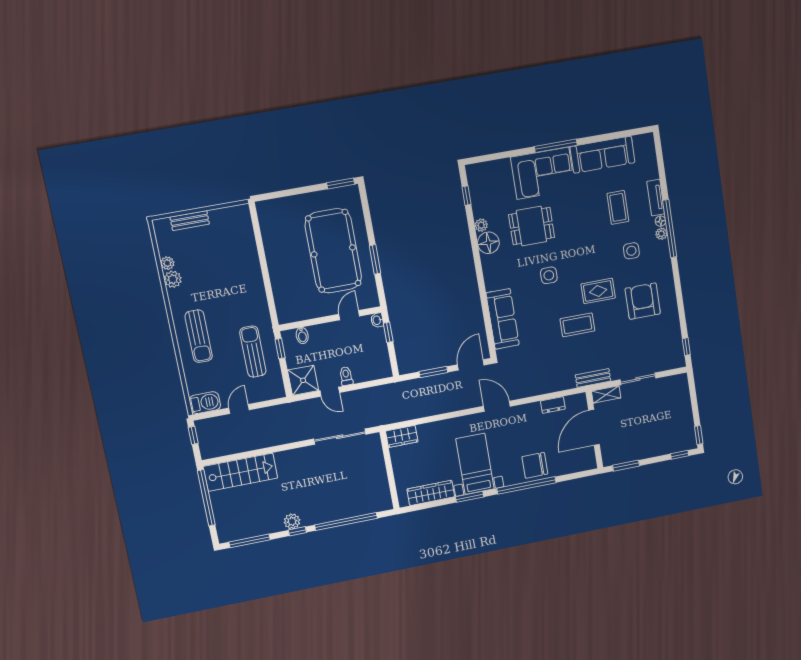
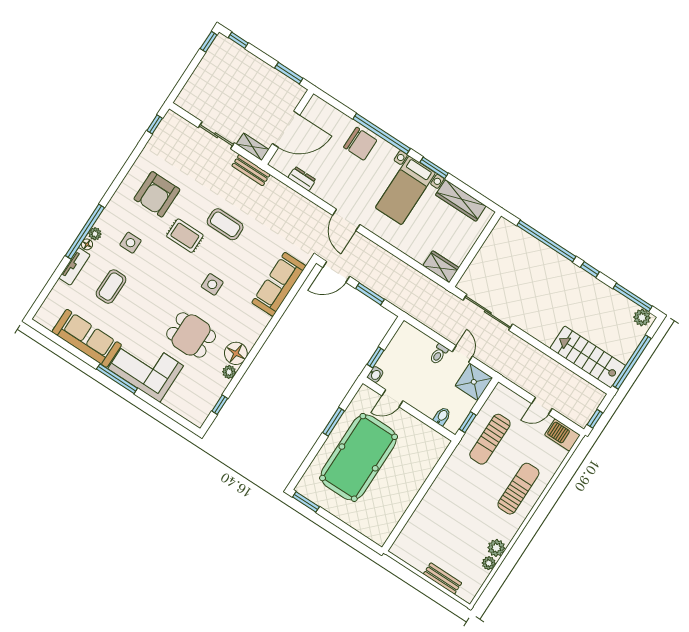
plant: (292, 521) -> (642, 317), moved

